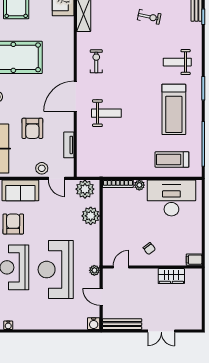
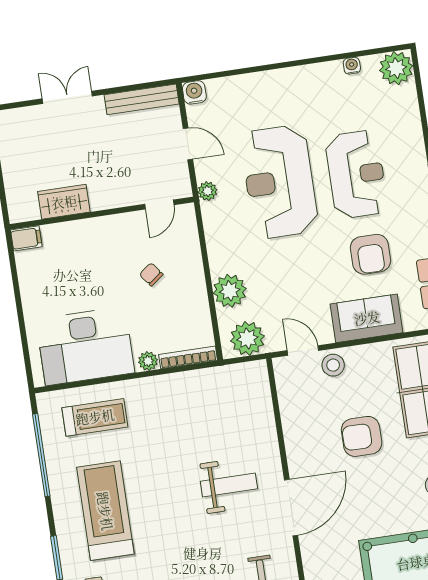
weight bench: (106, 113) -> (229, 485), turned 180
armchair: (32, 128) -> (362, 436), turned -90
tv unit: (69, 145) -> (290, 416), removed
chair: (149, 249) -> (151, 274), moved
reception desk: (56, 270) -> (279, 182), turned 180

